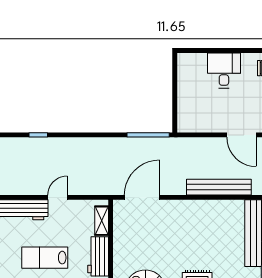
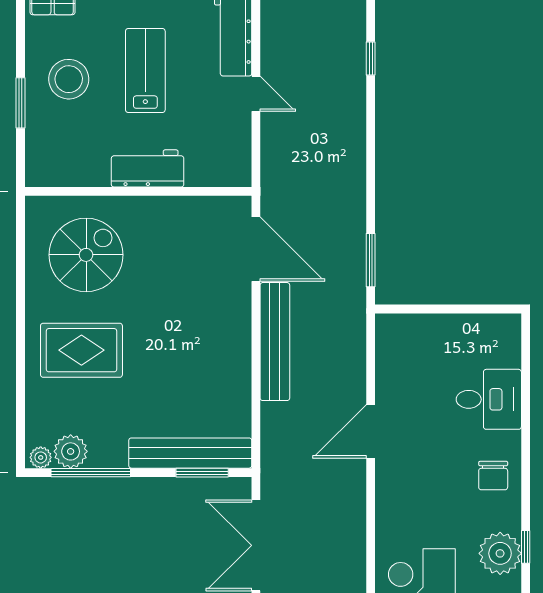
window: (148, 135) -> (371, 260), width x0.69
bench: (219, 187) -> (275, 342), moved
shelving: (102, 221) -> (213, 175), removed

